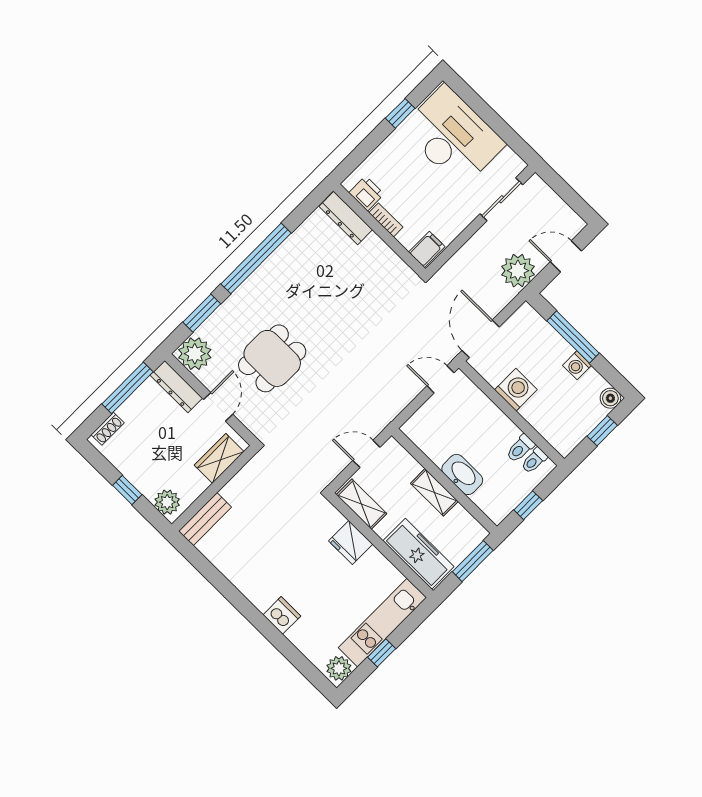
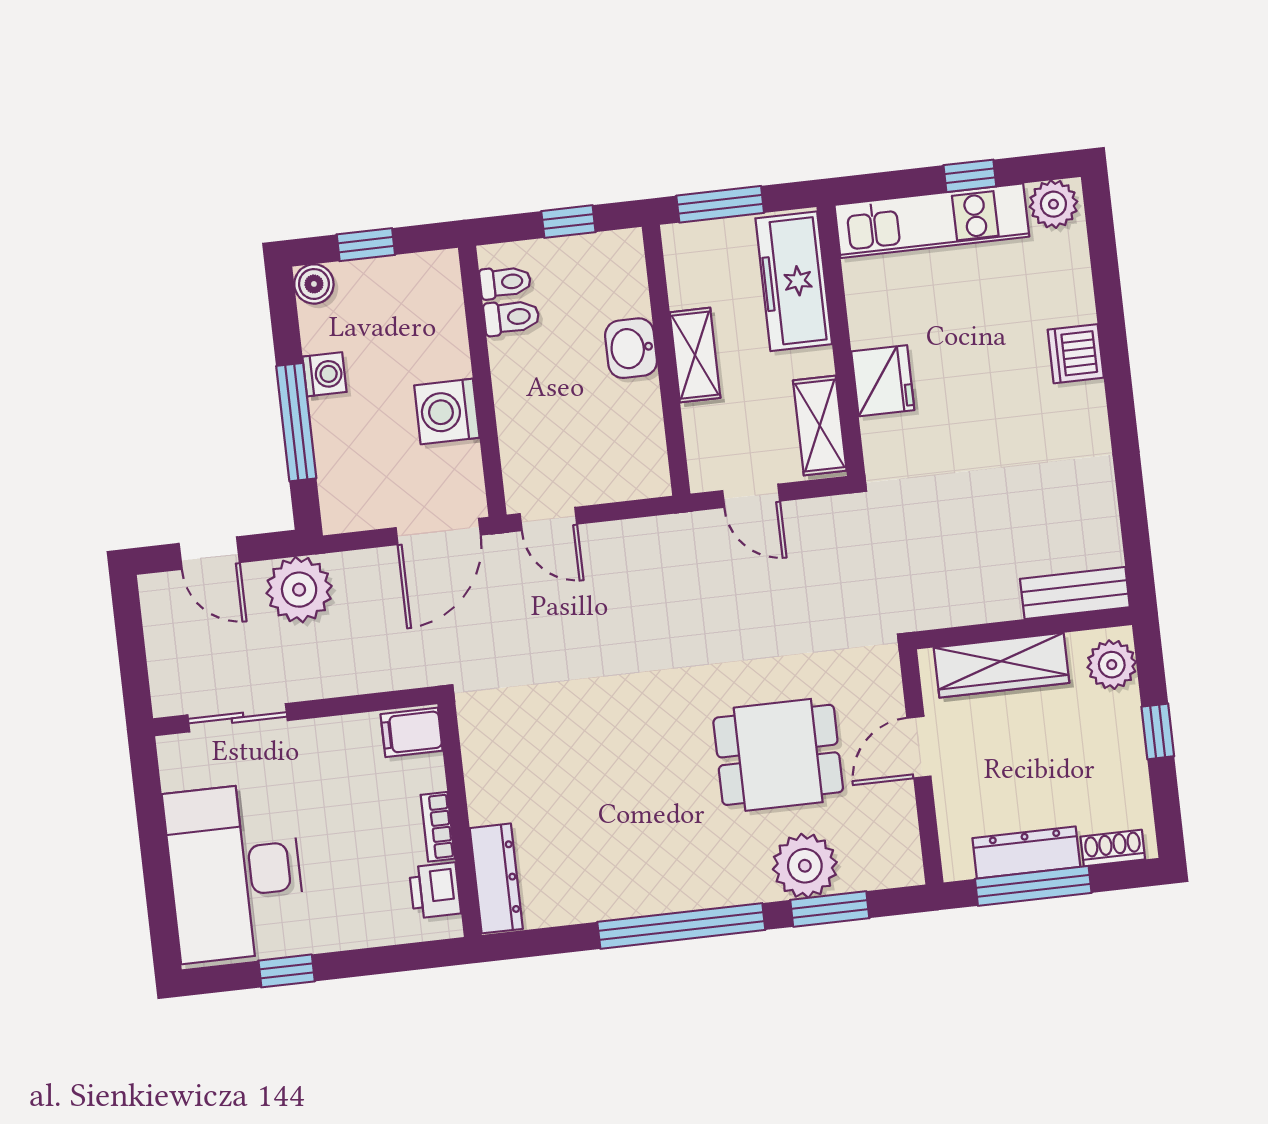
plant: (195, 354) -> (805, 866), moved
dresser: (176, 387) -> (1026, 853), moved, turned -90
wardrobe: (219, 458) -> (1002, 665), width x1.50
washbasin: (462, 474) -> (631, 348), width x0.72

